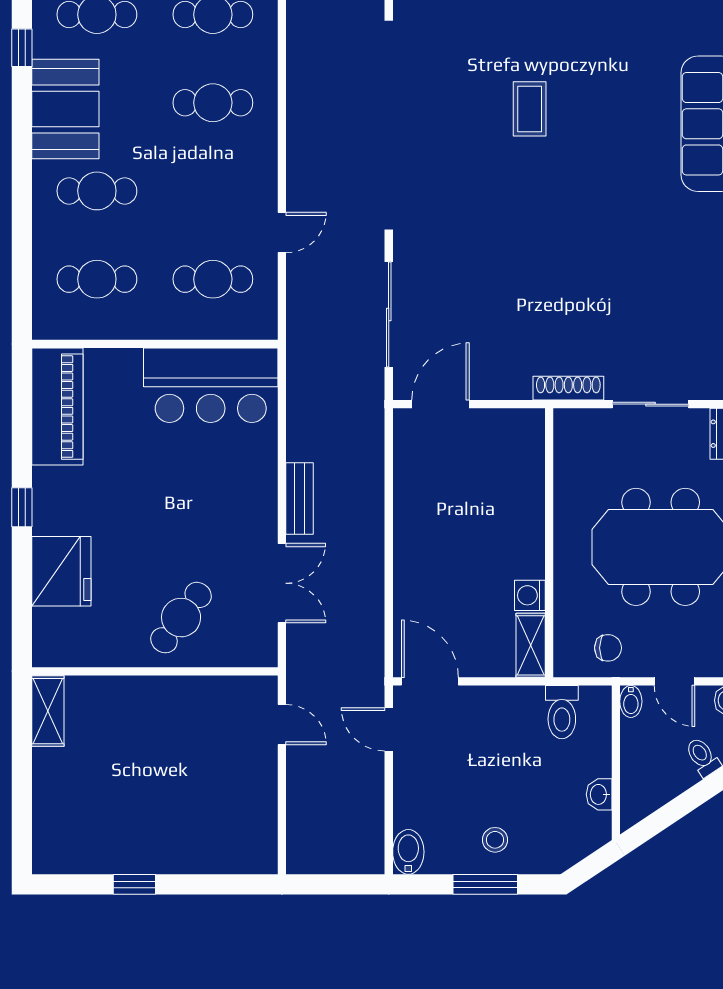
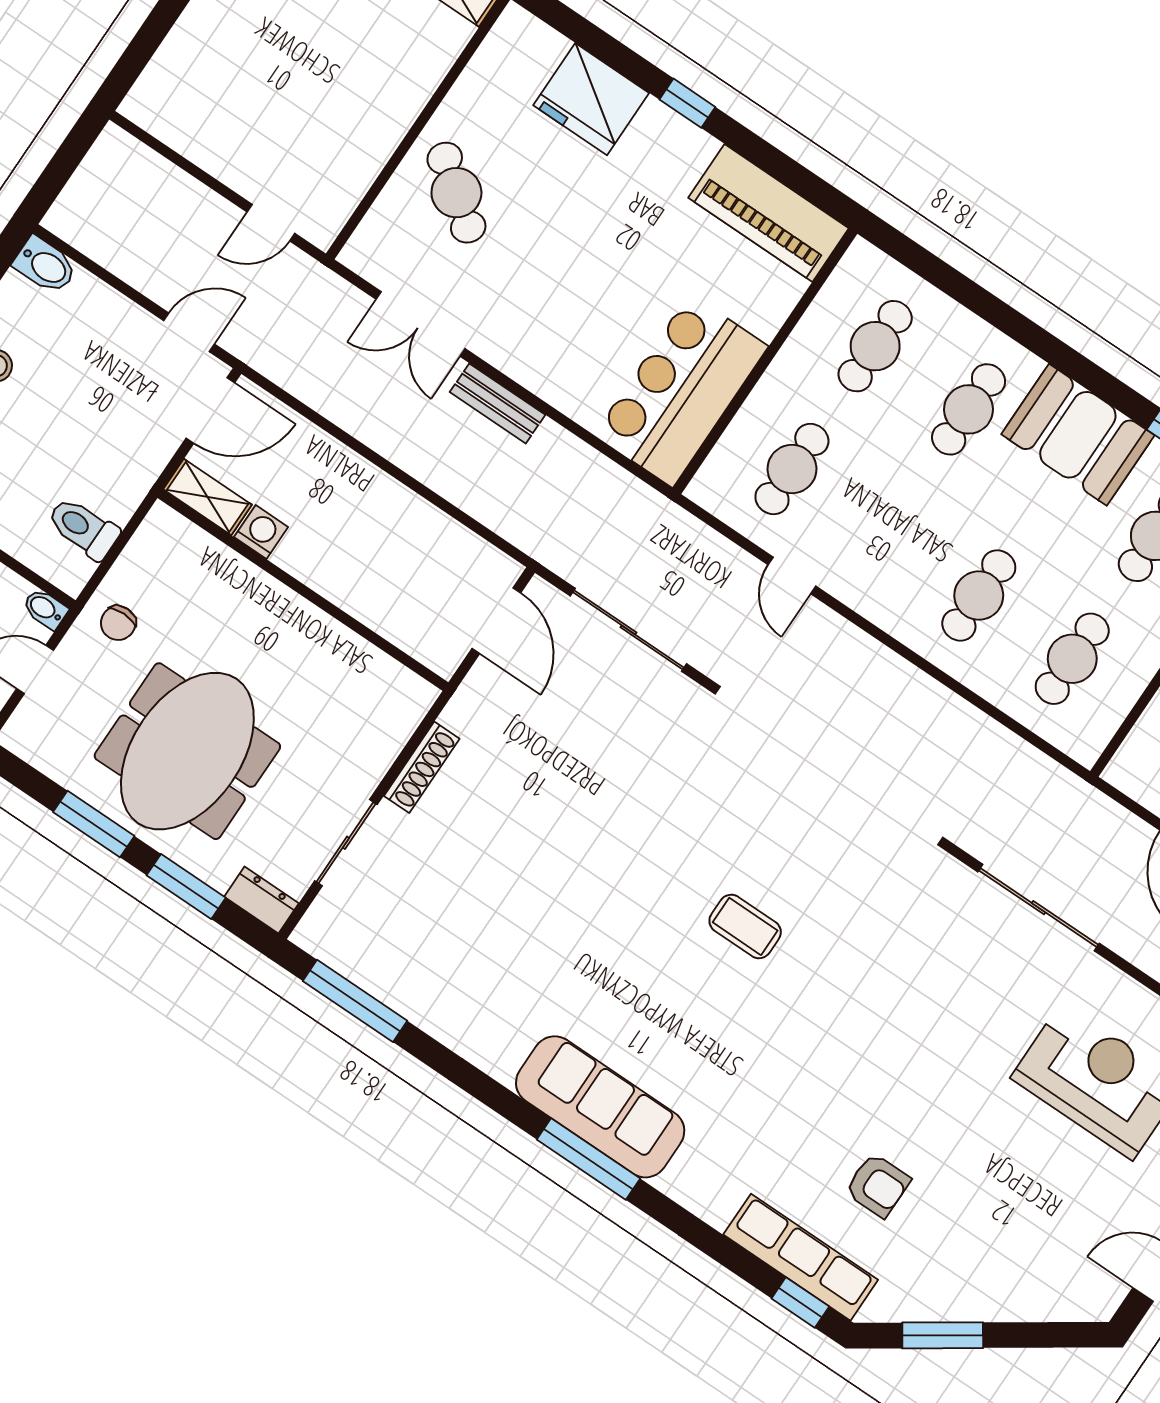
wall: (549, 543) -> (303, 590), moved
washing machine: (530, 595) -> (261, 532), moved
shelving: (531, 645) -> (208, 497), moved

